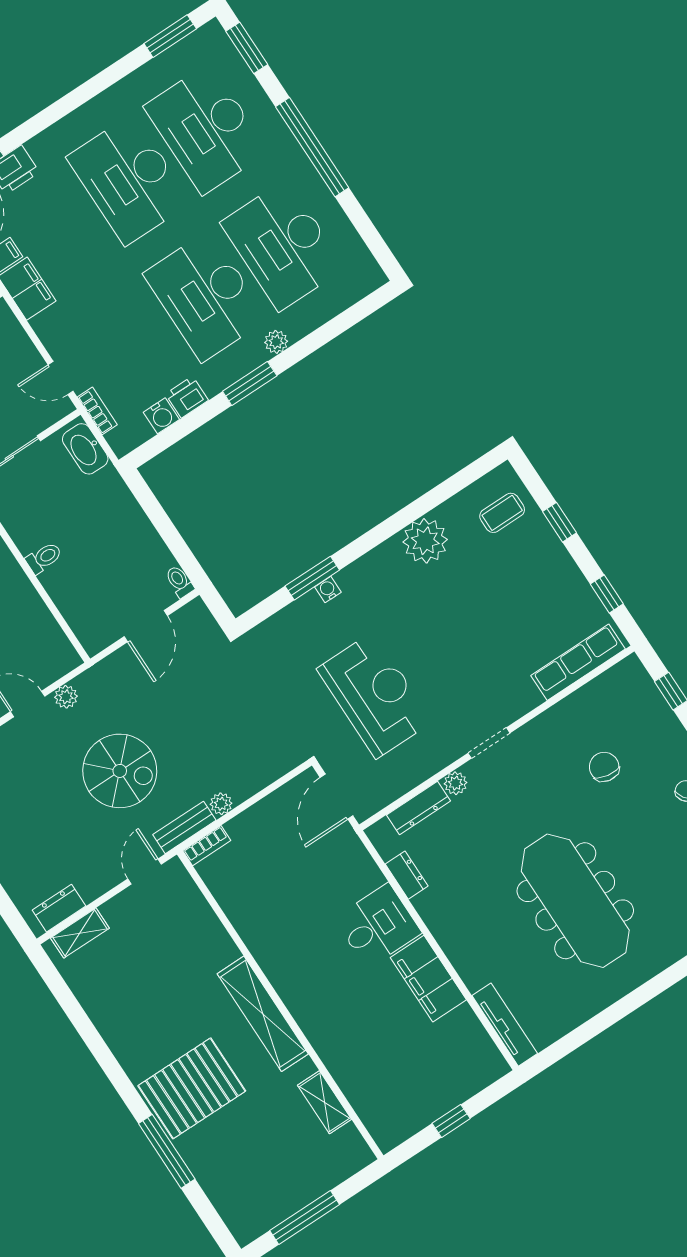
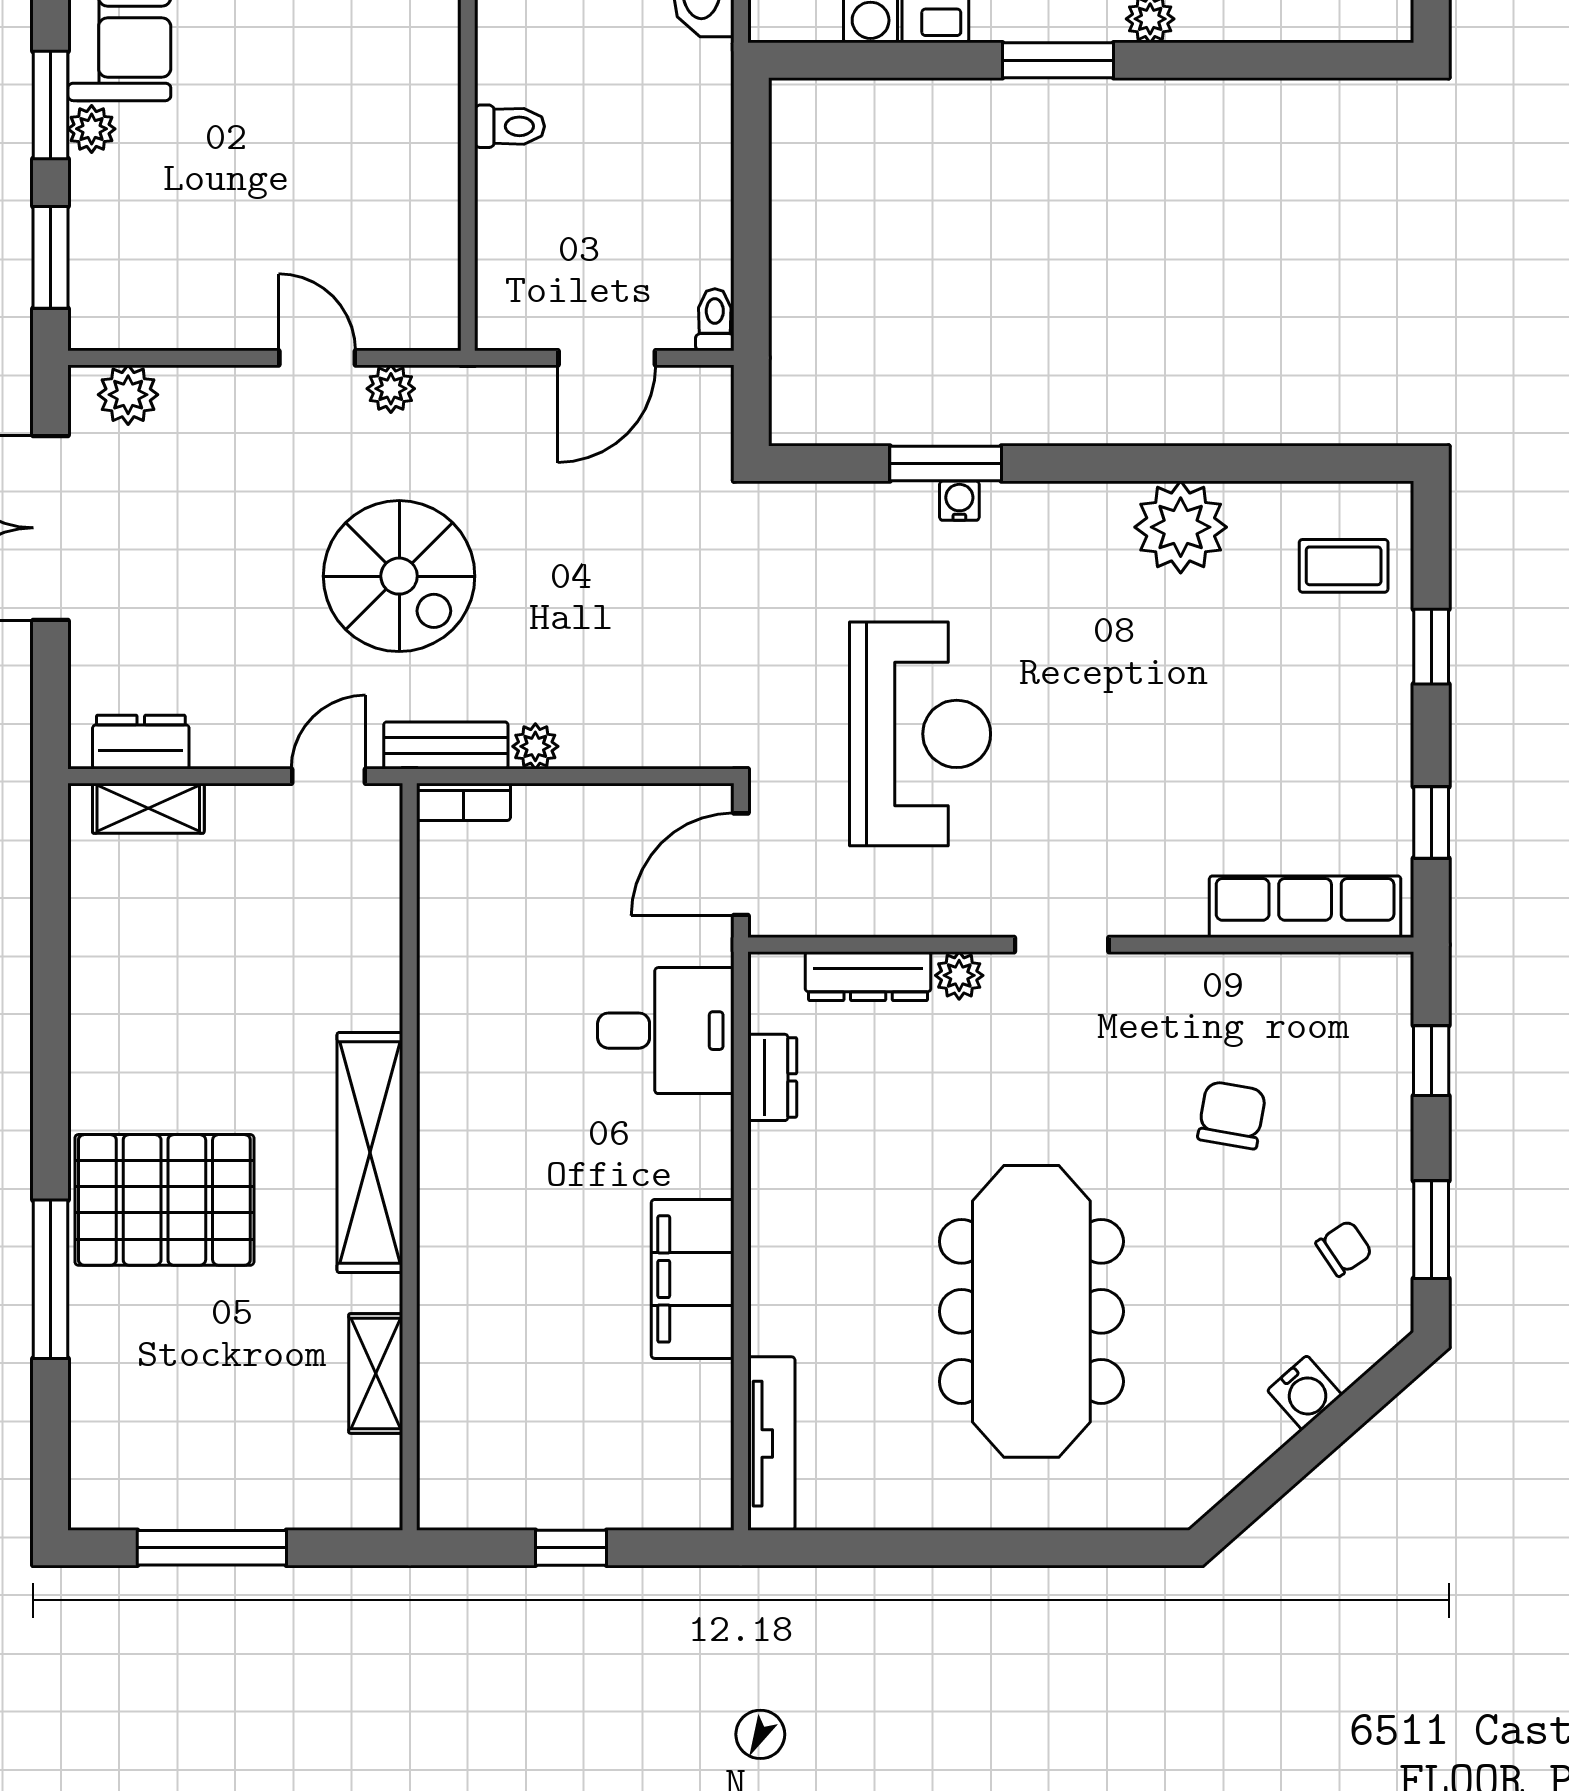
desk: (378, 926) -> (666, 1031), moved

